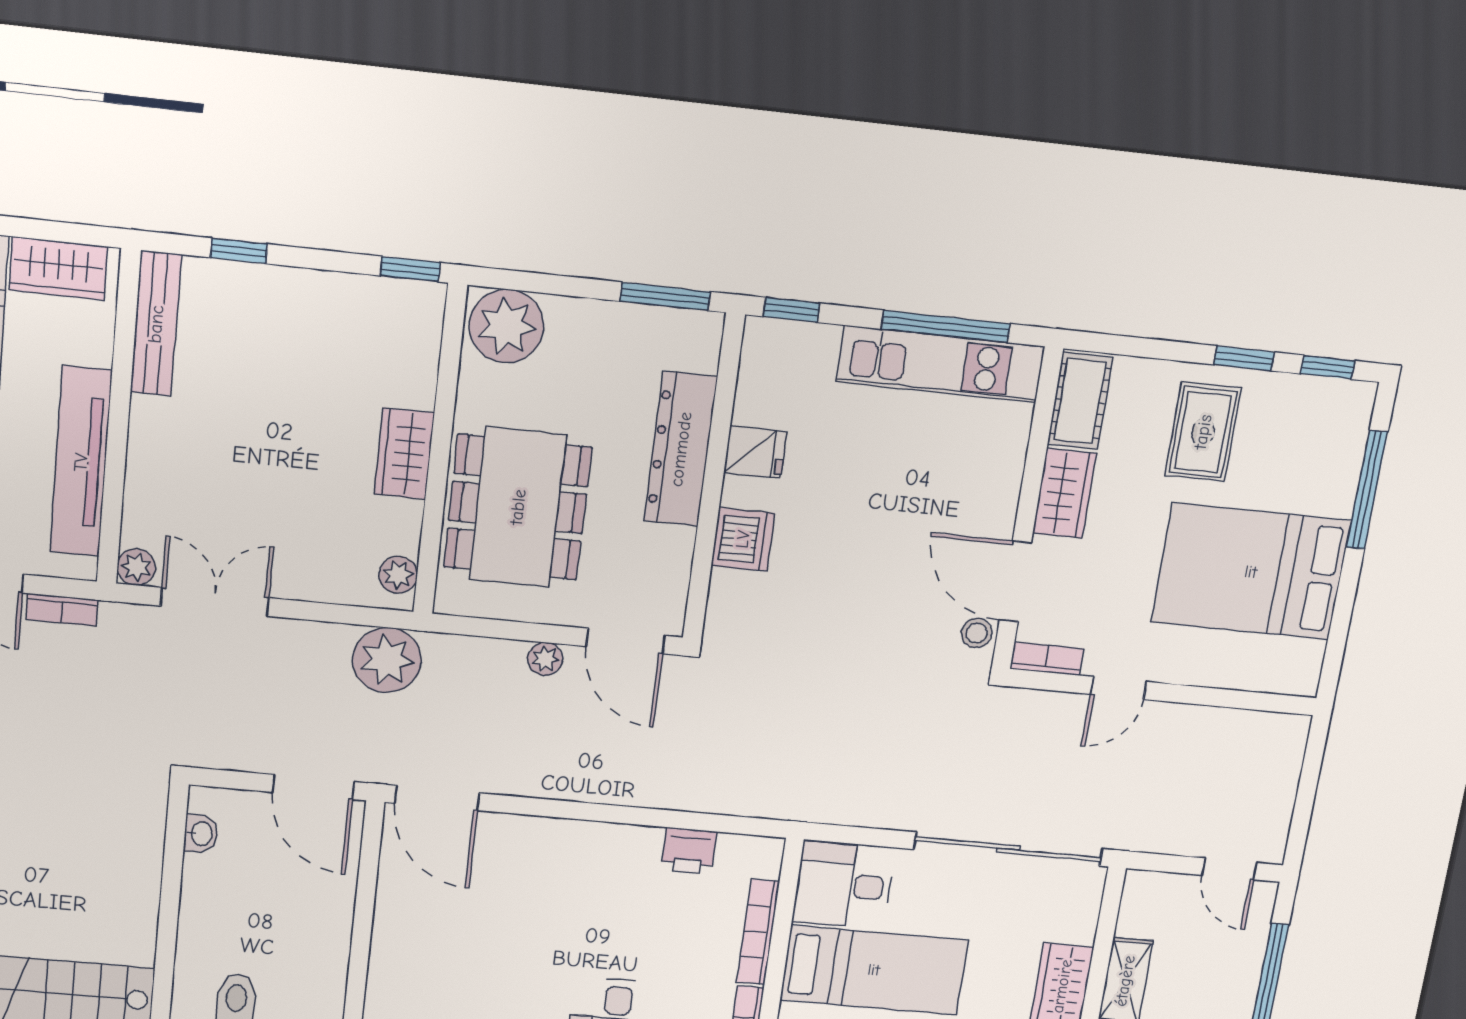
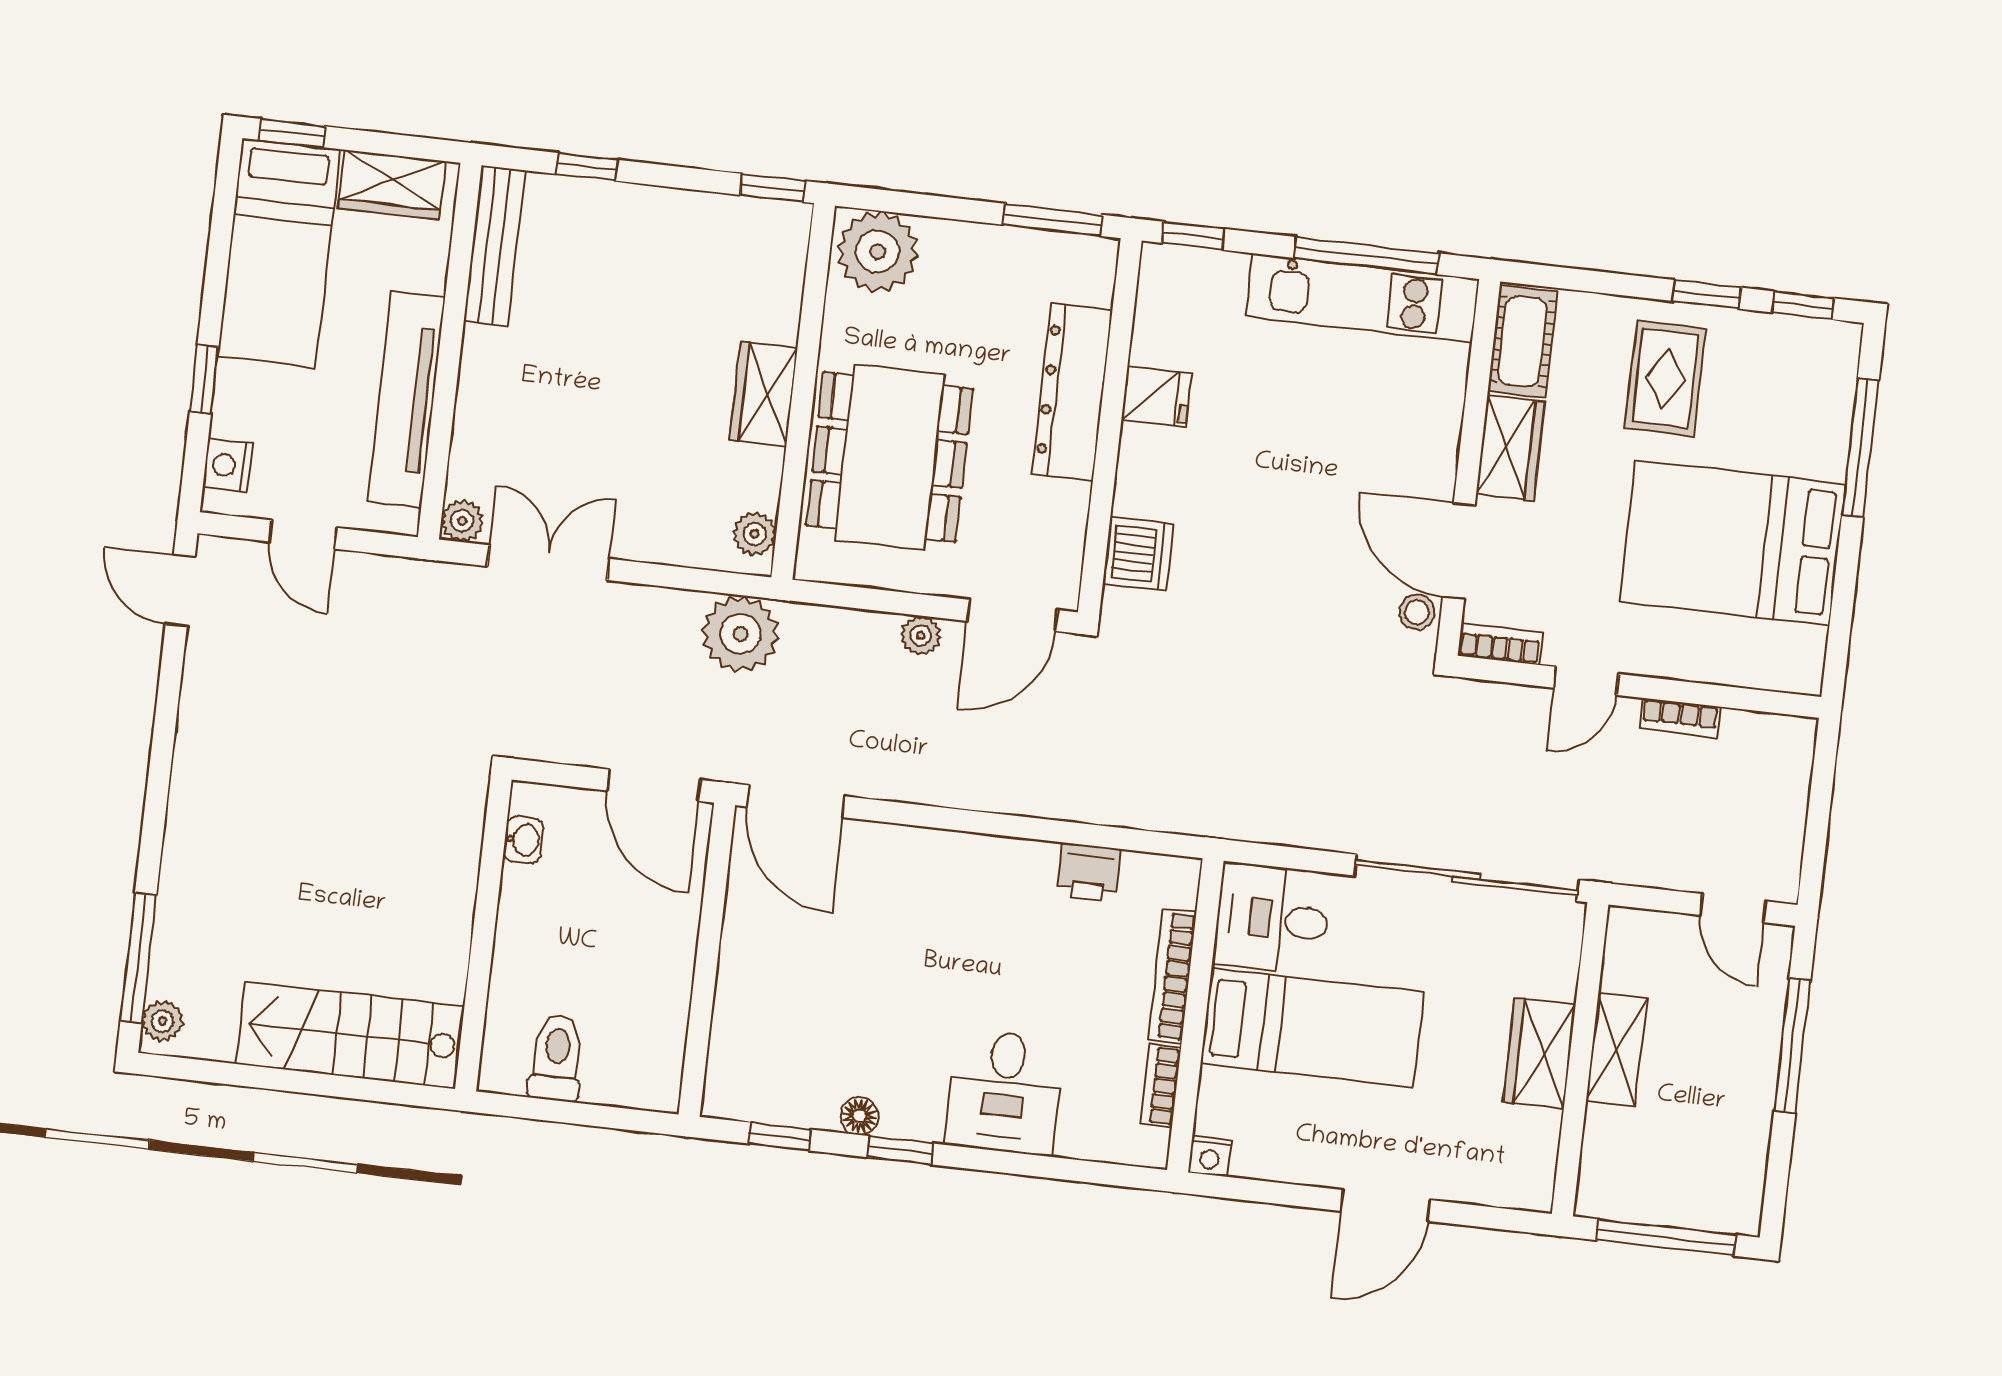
dishwasher: (743, 539) -> (1138, 553), moved
bookcase: (62, 610) -> (1680, 718), moved
door: (626, 641) -> (1012, 615), hinge flipped

